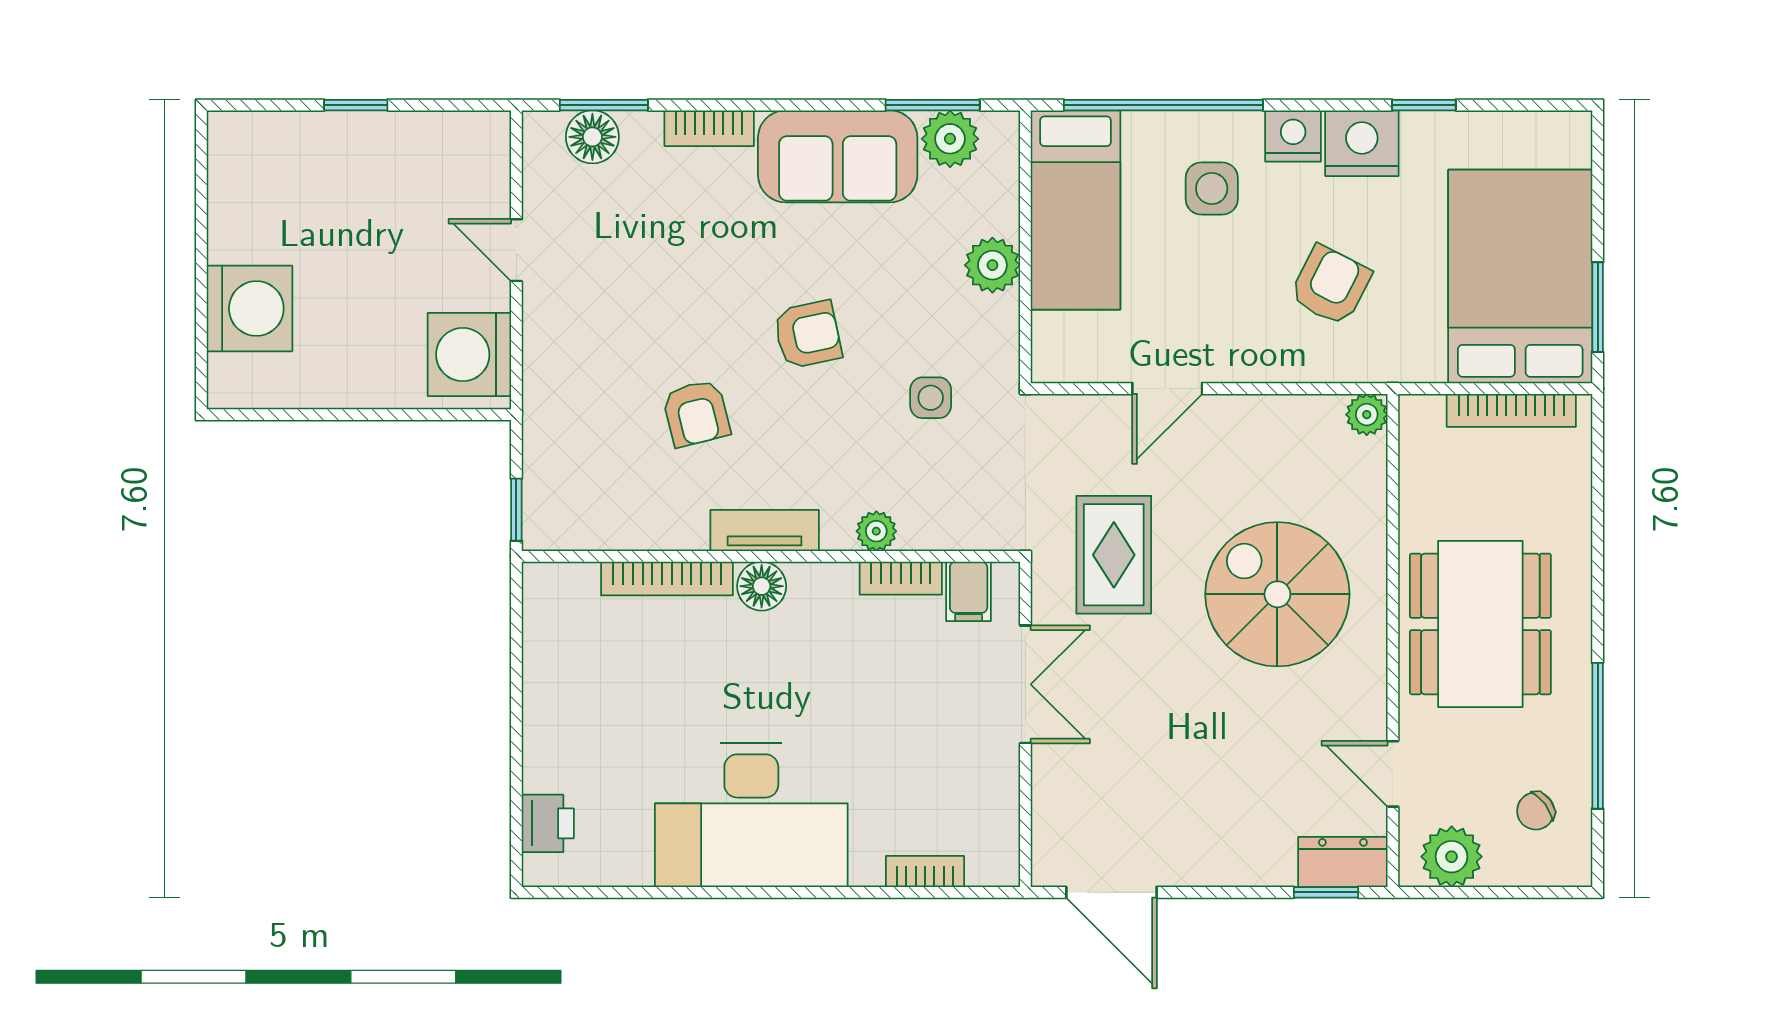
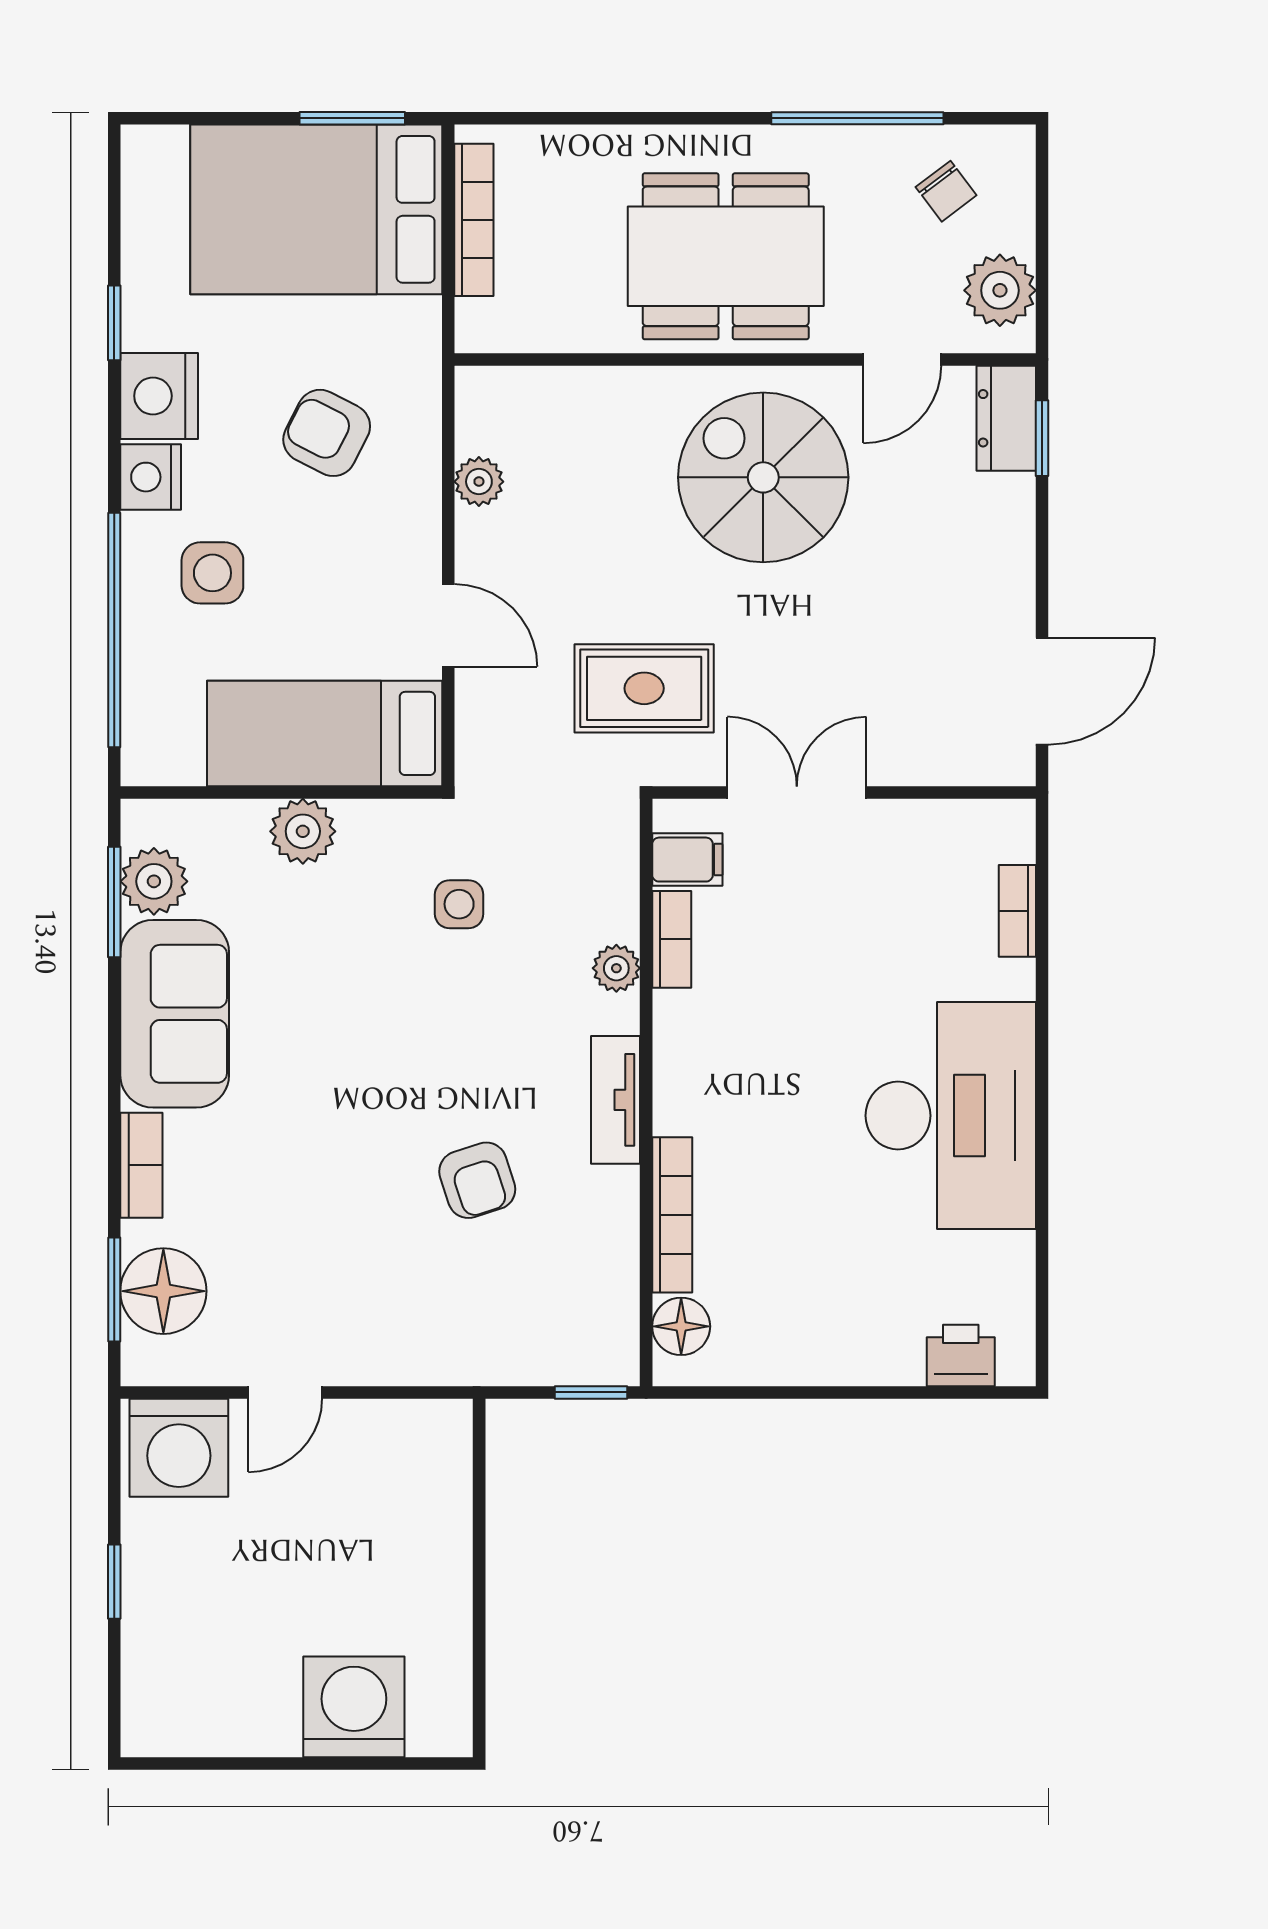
floor lamp: (592, 137) -> (163, 1291), width x1.38, depth x1.38
bed: (1076, 210) -> (325, 733), moved, turned 180
armchair: (808, 335) -> (385, 1049), removed
washing machine: (469, 355) -> (179, 1448), moved
armchair: (696, 413) -> (477, 1180), turned 86
plant: (1367, 415) -> (479, 482), moved
floor lamp: (762, 586) -> (681, 1326), moved
spiral stairs: (1277, 594) -> (763, 477), moved, turned 90

